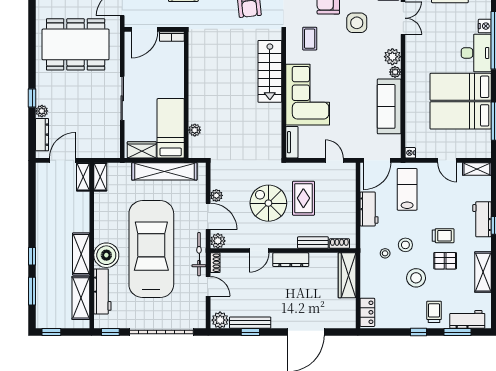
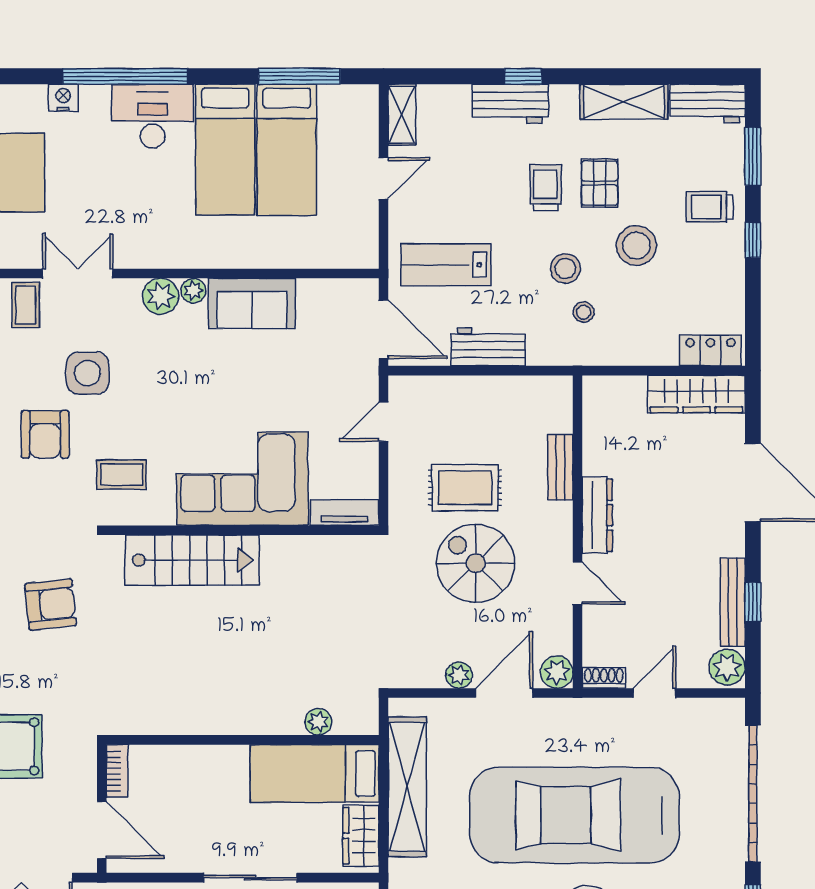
nightstand: (485, 26) -> (63, 98), moved
sofa: (389, 106) -> (252, 303), width x0.73
nightstand: (410, 153) -> (367, 258), removed
spiral stairs: (268, 203) -> (476, 563), turned 90
shoe rack: (339, 244) -> (562, 411), removed
bicycle: (199, 254) -> (585, 712), removed
wardrobe: (347, 275) -> (696, 394), moved
workbench: (467, 319) -> (708, 103), moved, turned -90

